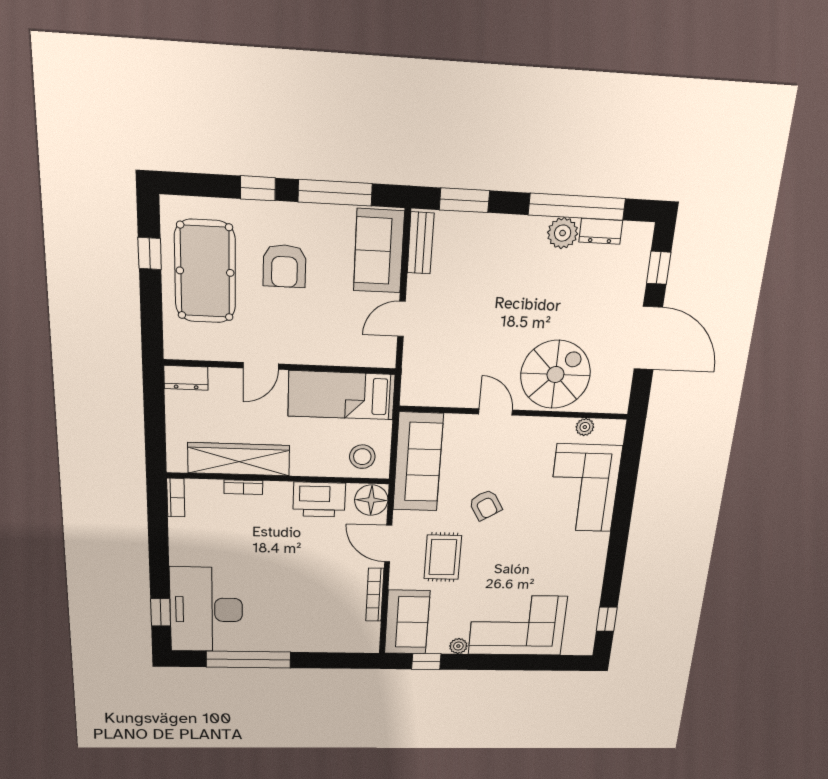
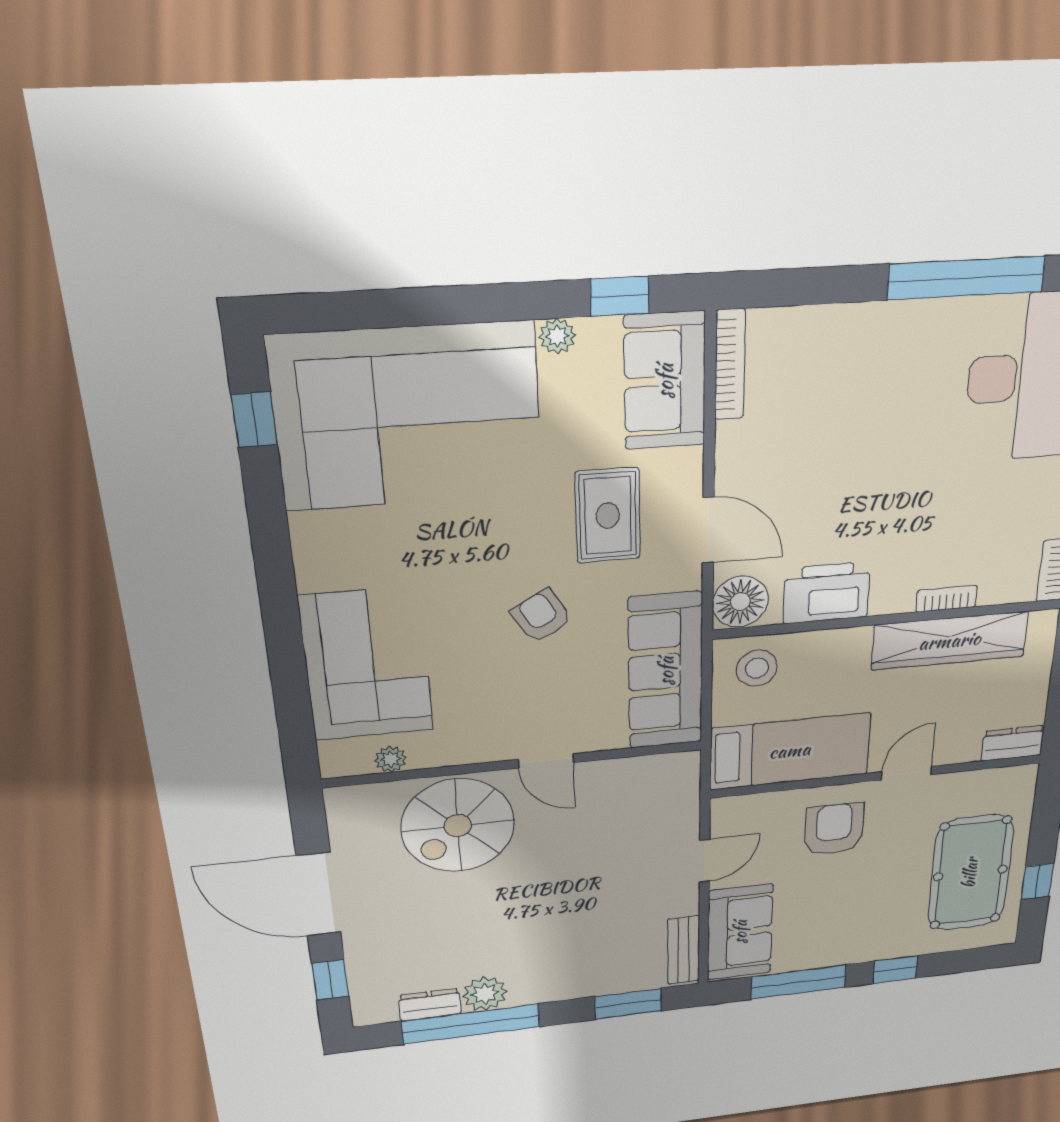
armchair: (284, 266) -> (834, 829), moved
bookcase: (375, 595) -> (730, 365), moved
corner sofa: (518, 625) -> (408, 417), width x1.36, depth x1.36

